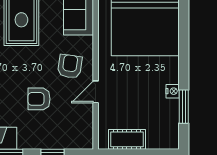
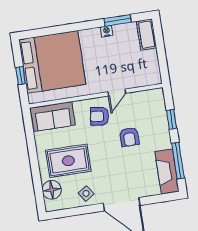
door: (96, 92) -> (117, 93), hinge flipped
cot: (127, 139) -> (147, 35), moved

